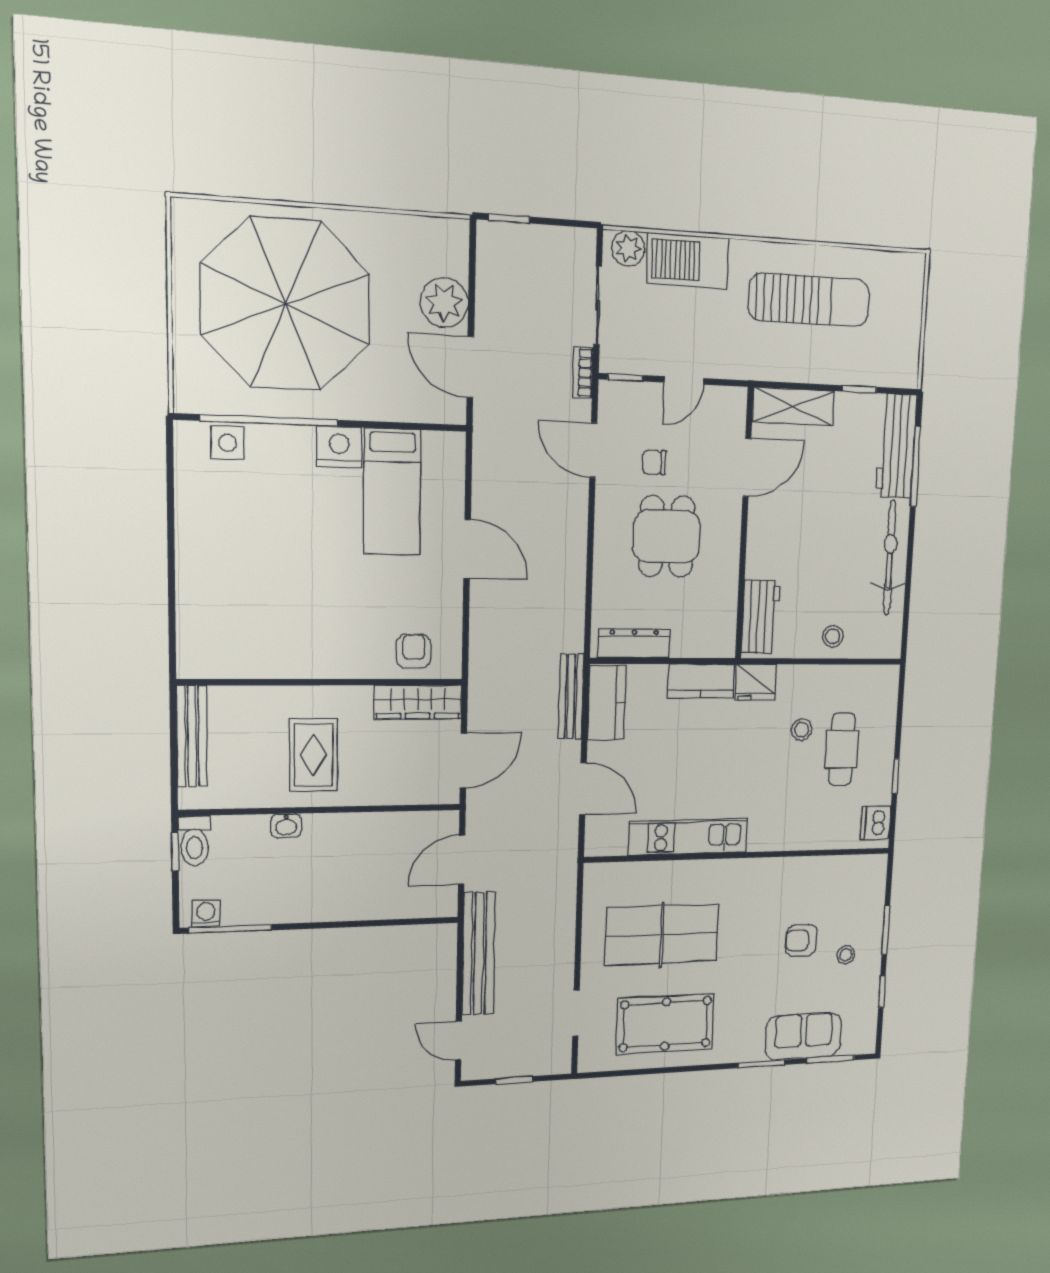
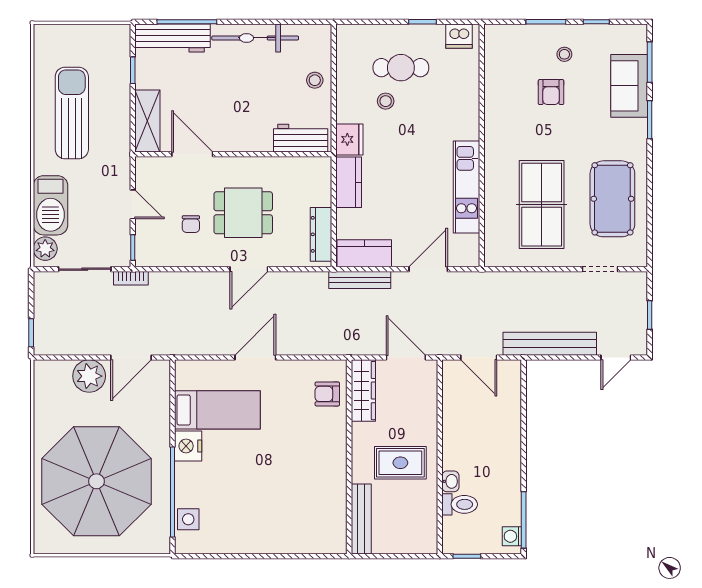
door: (593, 450) -> (249, 269), moved
bench: (192, 736) -> (361, 519), moved, turned 90
toilet: (194, 841) -> (460, 504), moved

